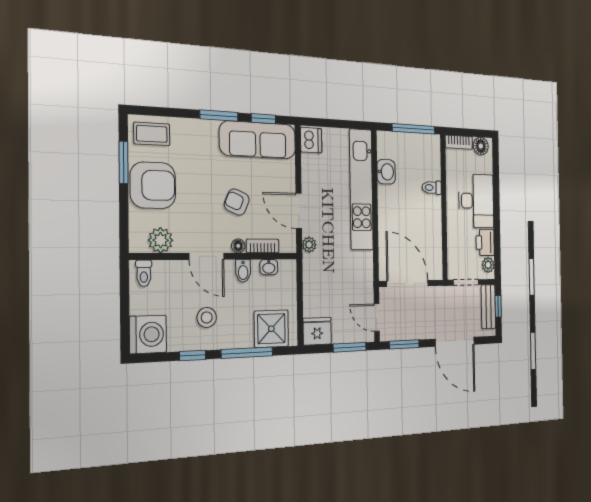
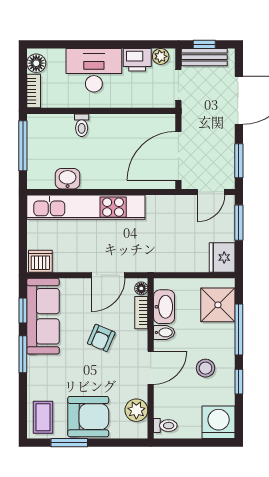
armchair: (153, 185) -> (88, 417), turned 90
plant: (309, 245) -> (140, 265), removed
floor lamp: (238, 246) -> (141, 288), moved
washbasin: (269, 267) -> (164, 307), width x1.91, depth x1.45

